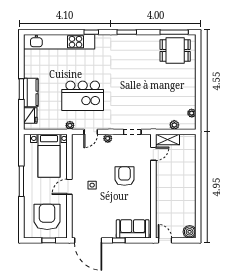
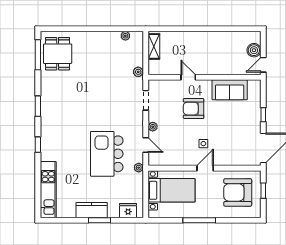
kitchen unit: (59, 42) -> (48, 190), width x0.73
kitchen counter: (31, 92) -> (92, 210), moved
kitchen island: (83, 96) -> (107, 154), turned 180
plant: (174, 125) -> (138, 72), moved
shelving: (168, 139) -> (154, 46), moved
door: (153, 154) -> (188, 77), moved
door: (69, 187) -> (205, 168), swing flipped
sofa: (133, 229) -> (230, 90), moved, turned -90
boiler: (190, 232) -> (254, 50), moved

